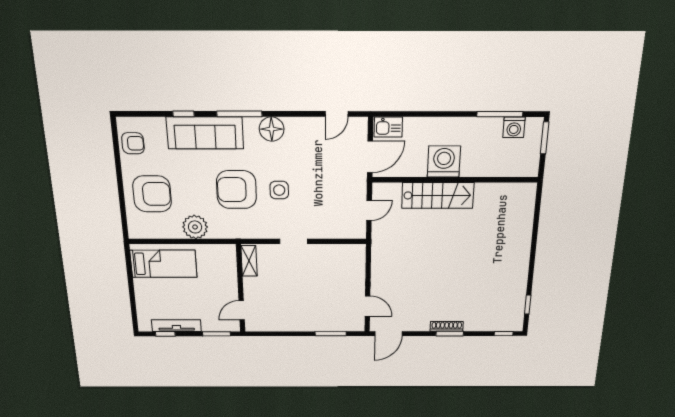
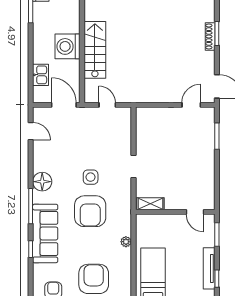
kitchen sink: (388, 127) -> (41, 75), moved
plant: (195, 227) -> (126, 242), width x0.53, depth x0.53

